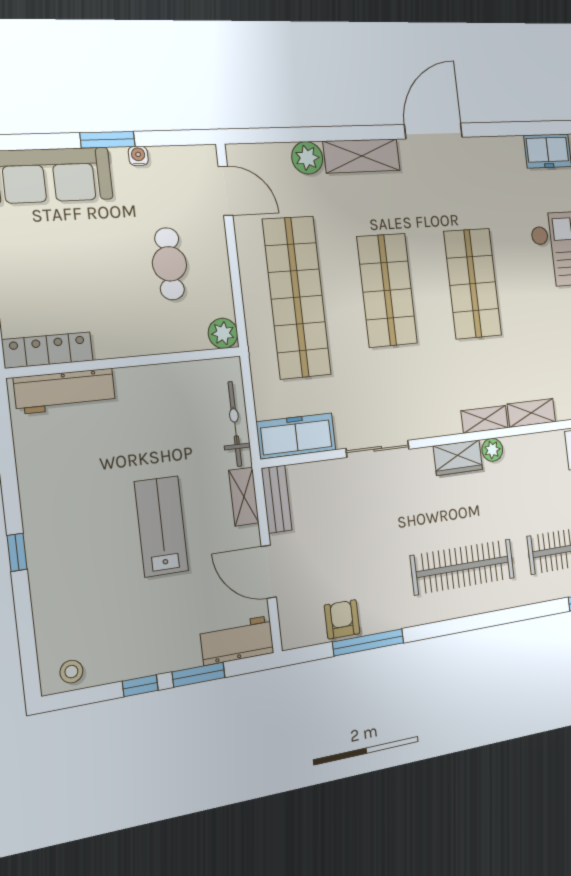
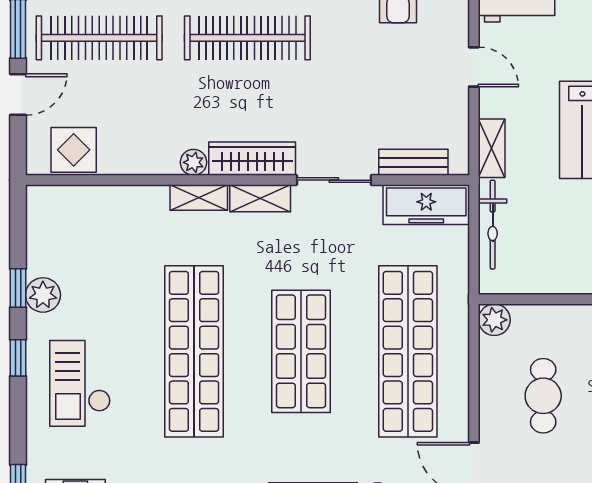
shop shelf: (473, 283) -> (194, 351), width x1.40
shelving: (531, 413) -> (260, 198), moved
wardrobe: (458, 458) -> (252, 159), width x1.50
bench: (277, 499) -> (413, 162), moved, turned 90
door: (269, 572) -> (474, 67), width x0.73

